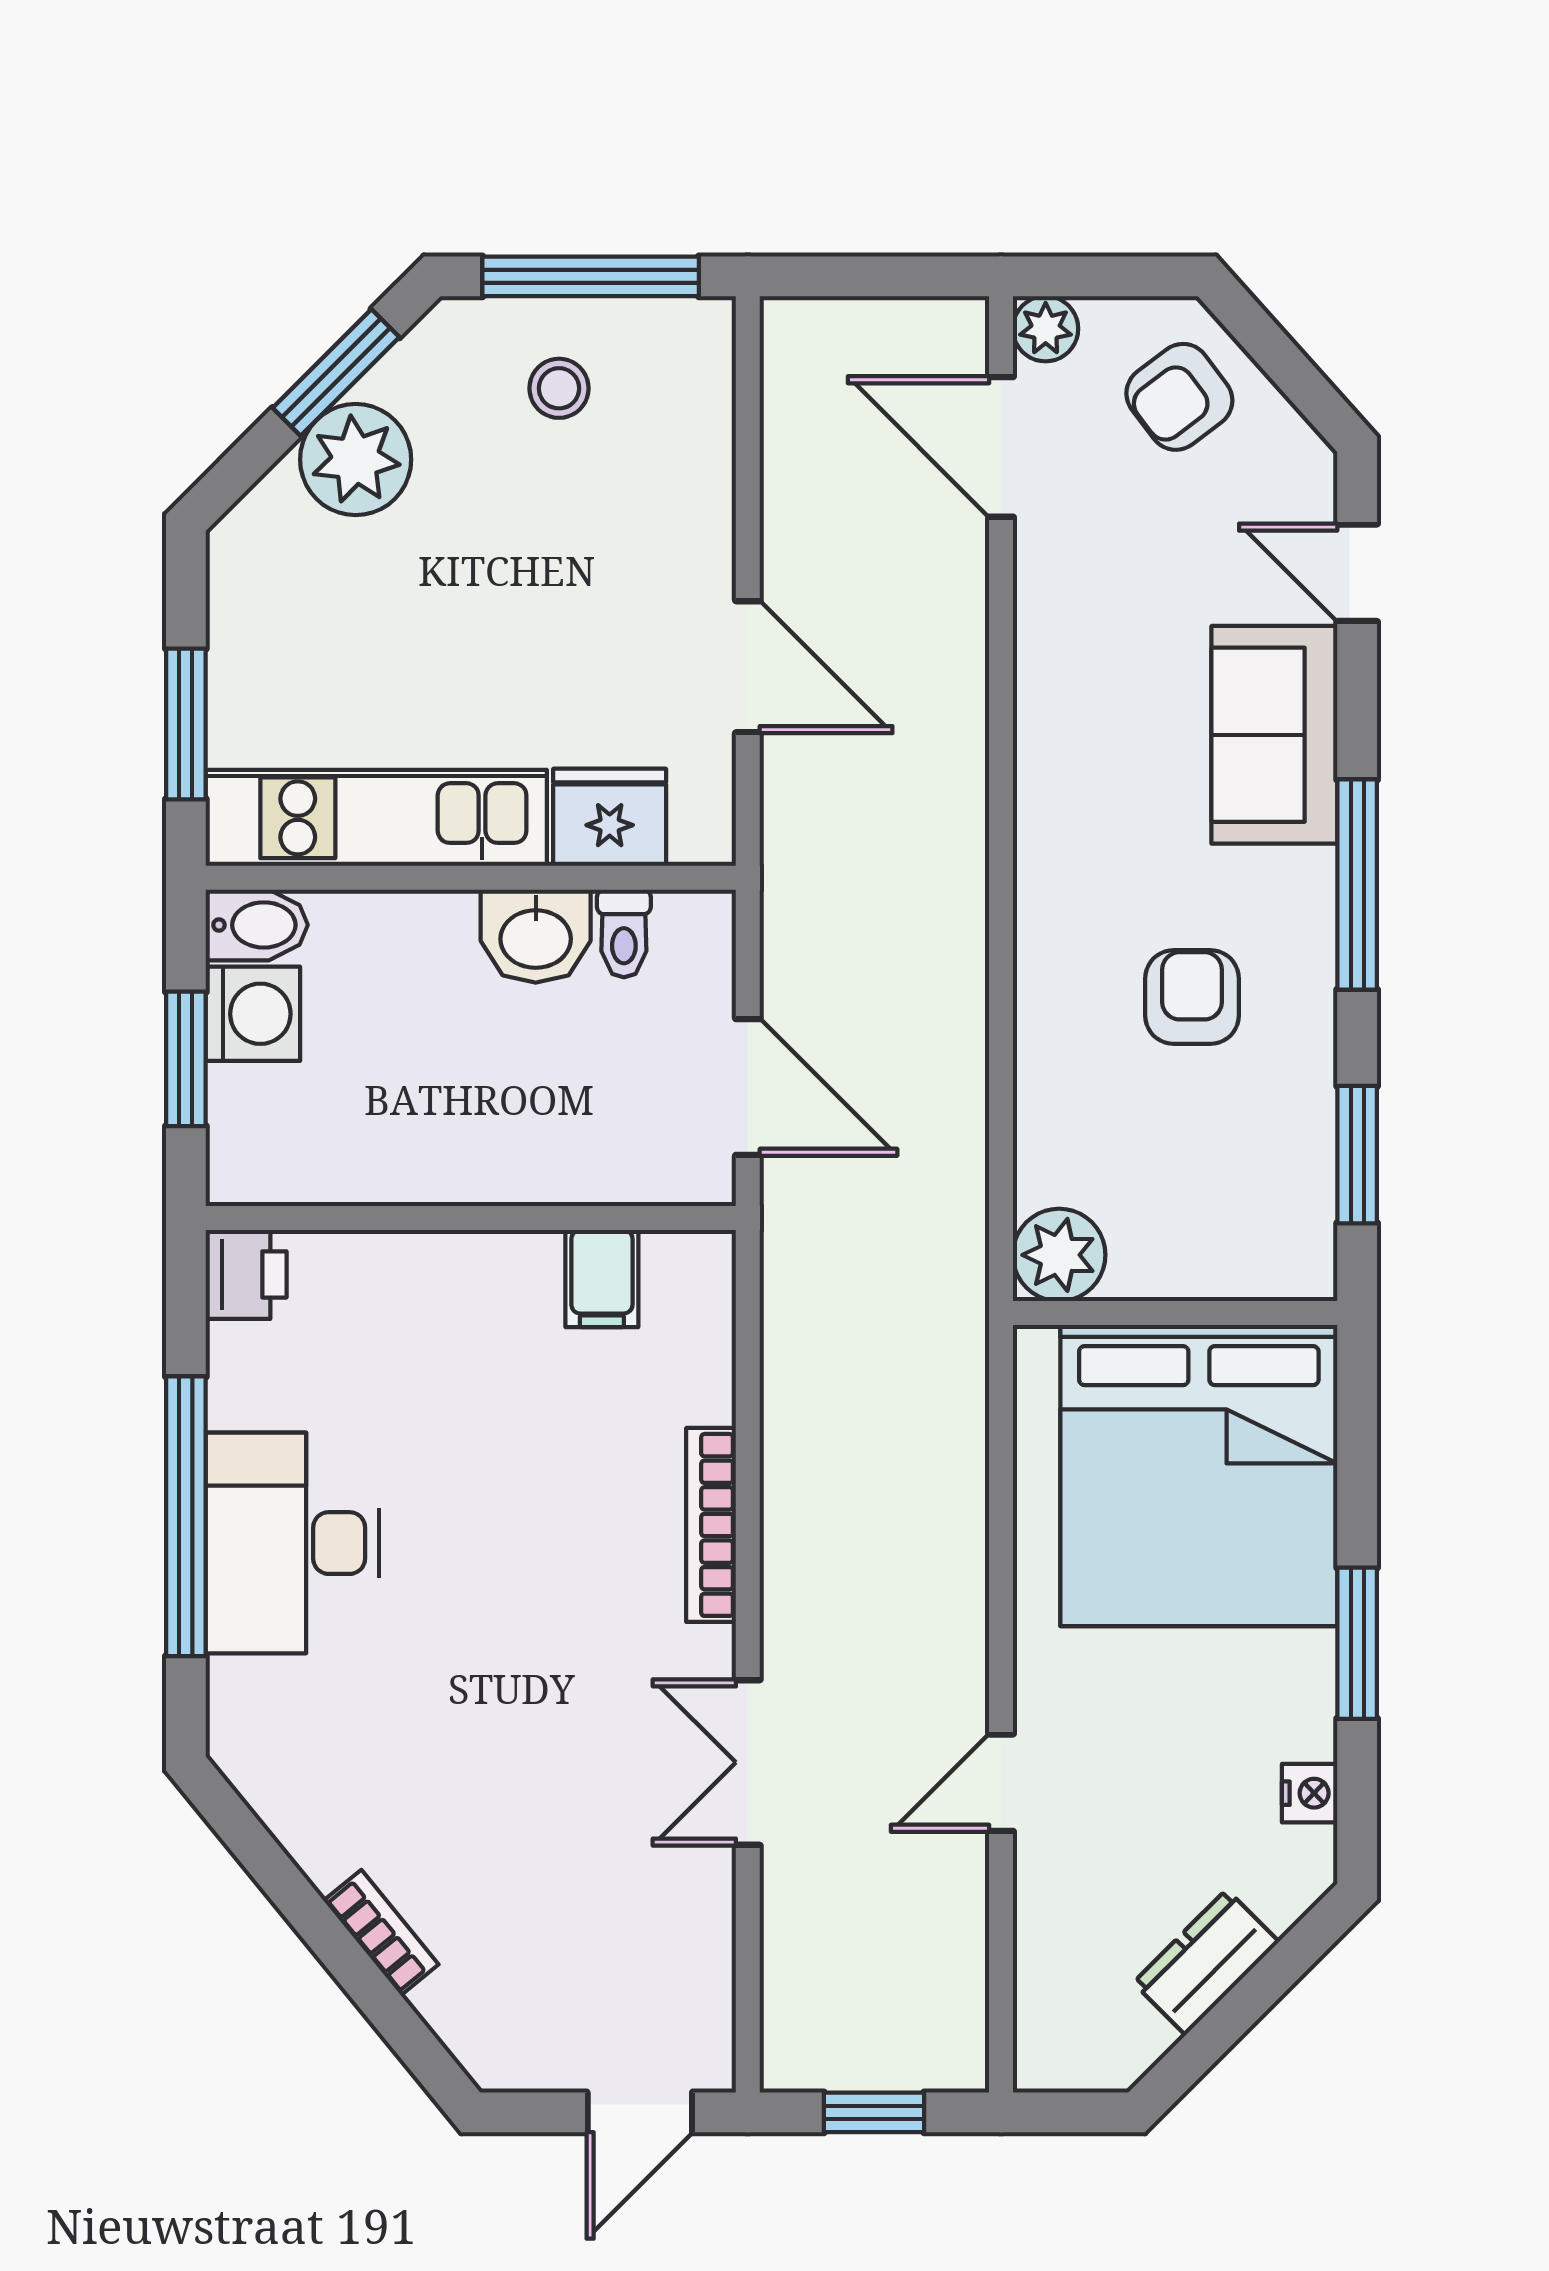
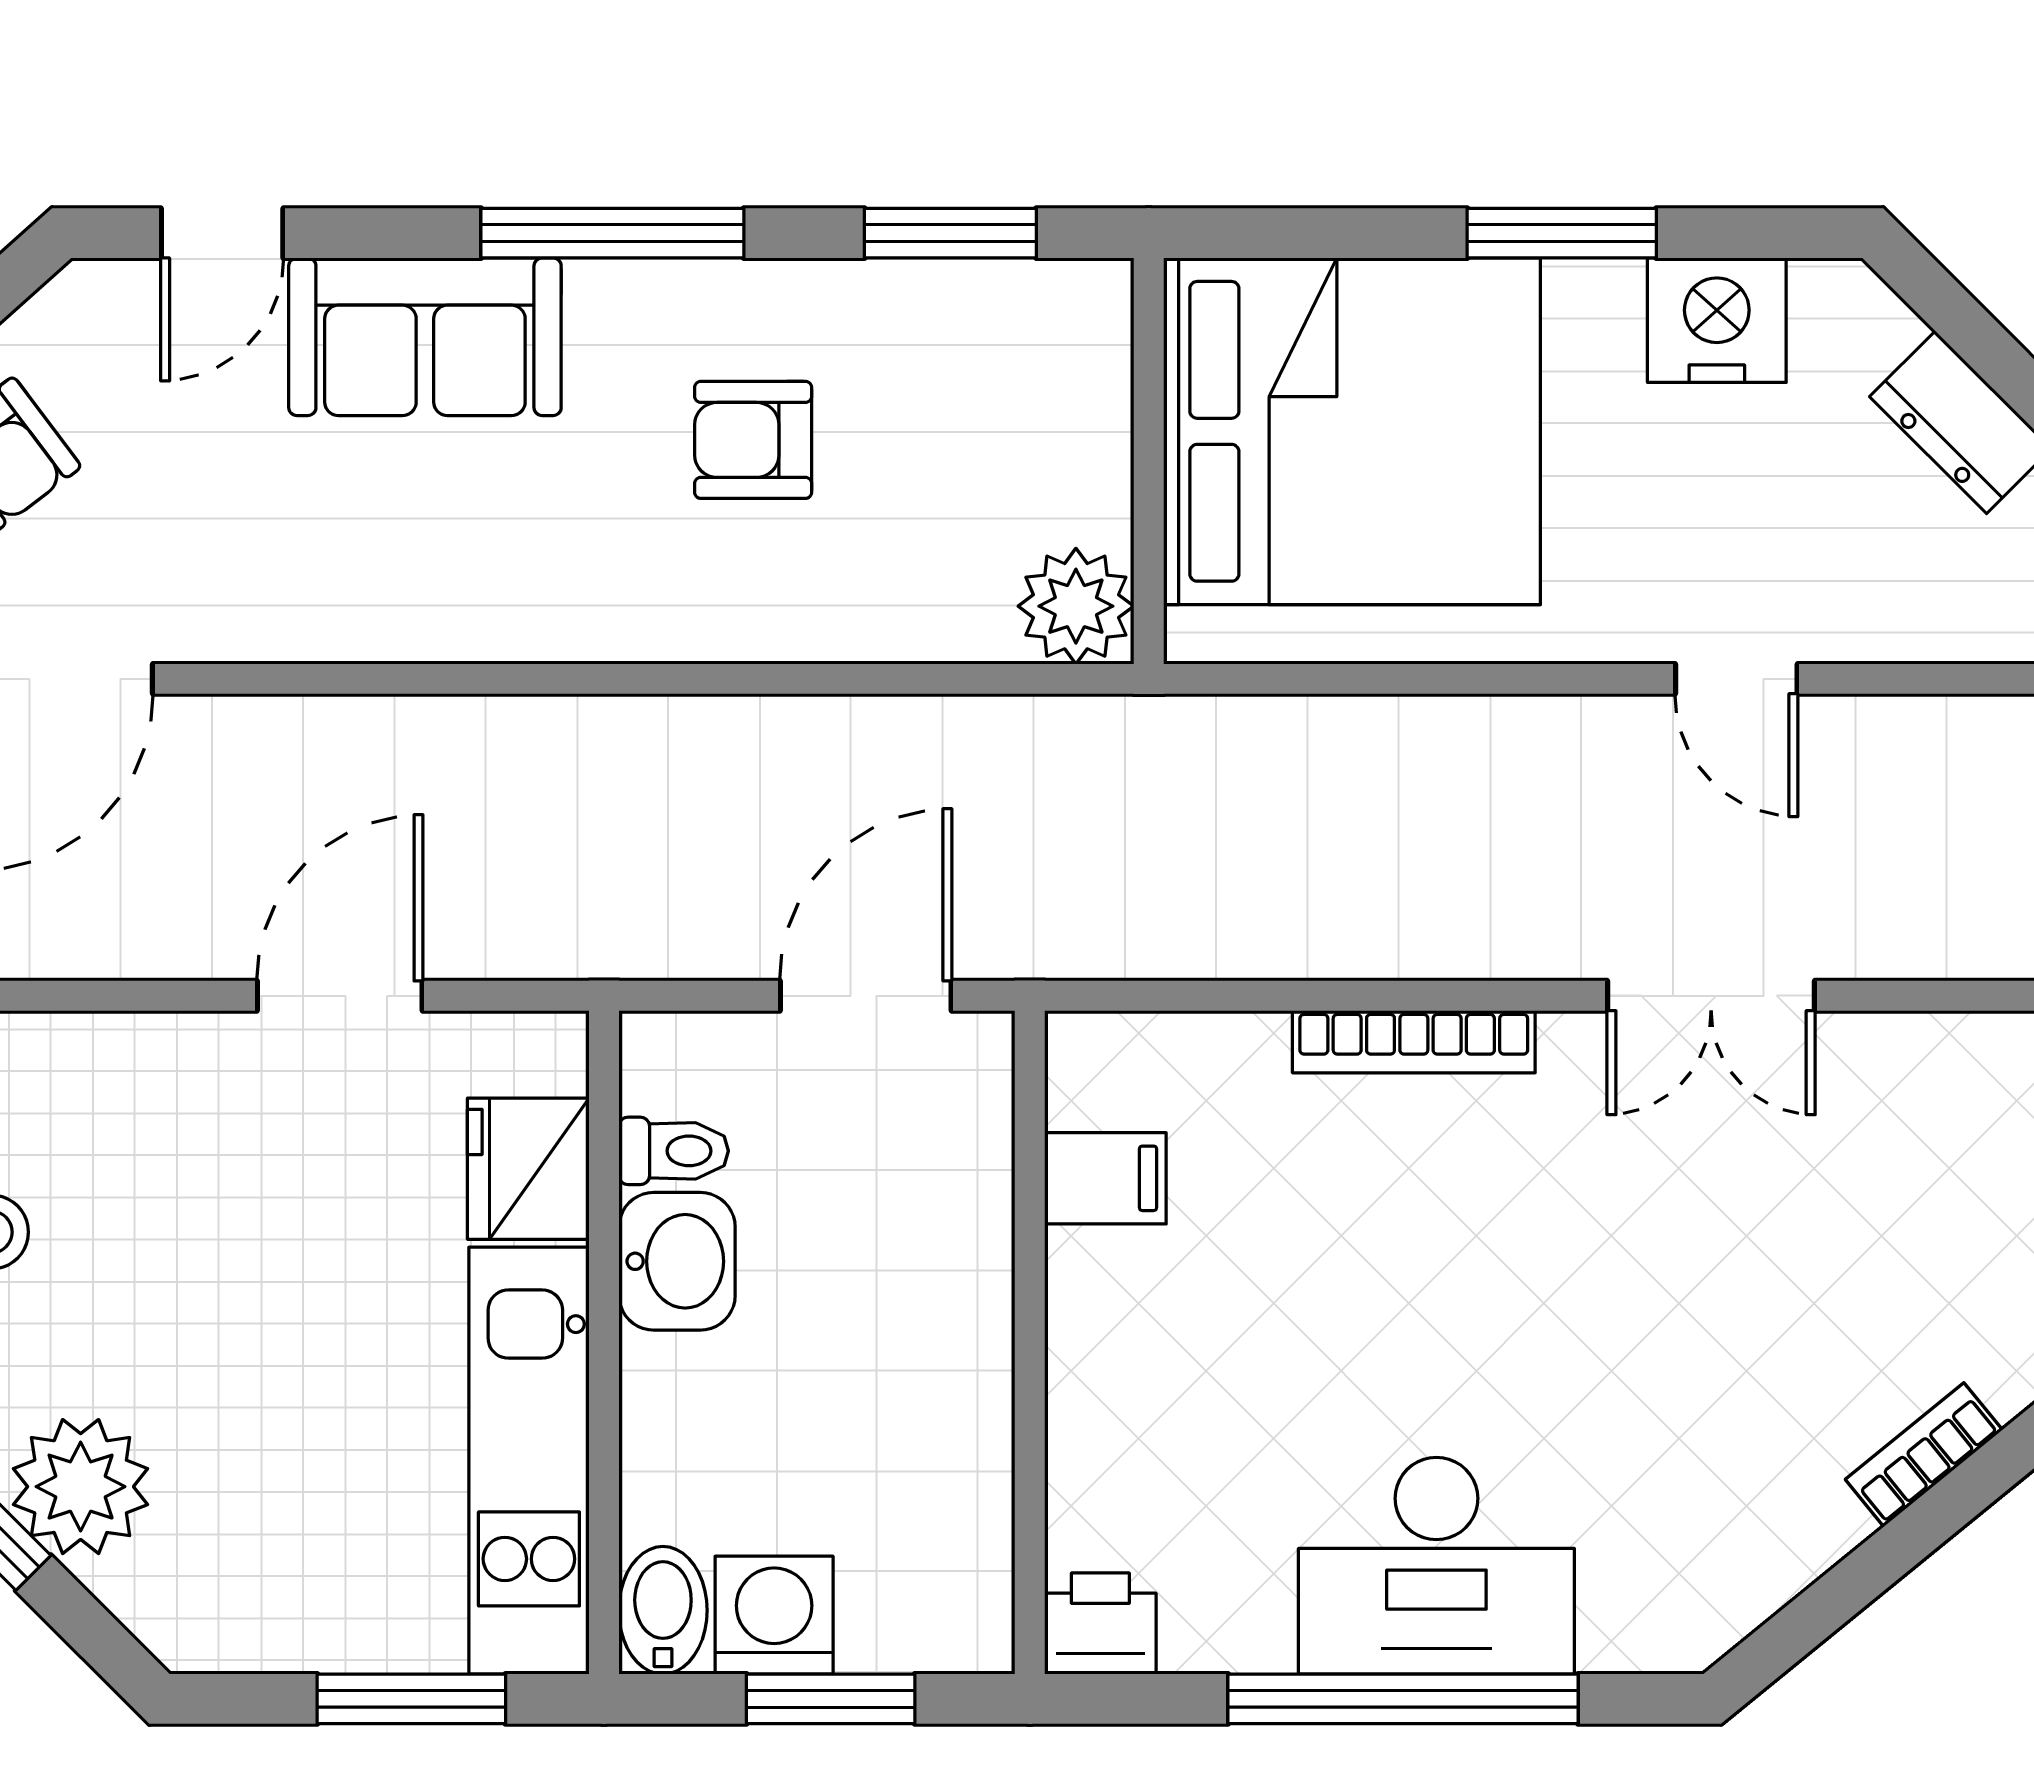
nightstand: (1310, 1793) -> (1717, 320), width x1.89, depth x1.79

